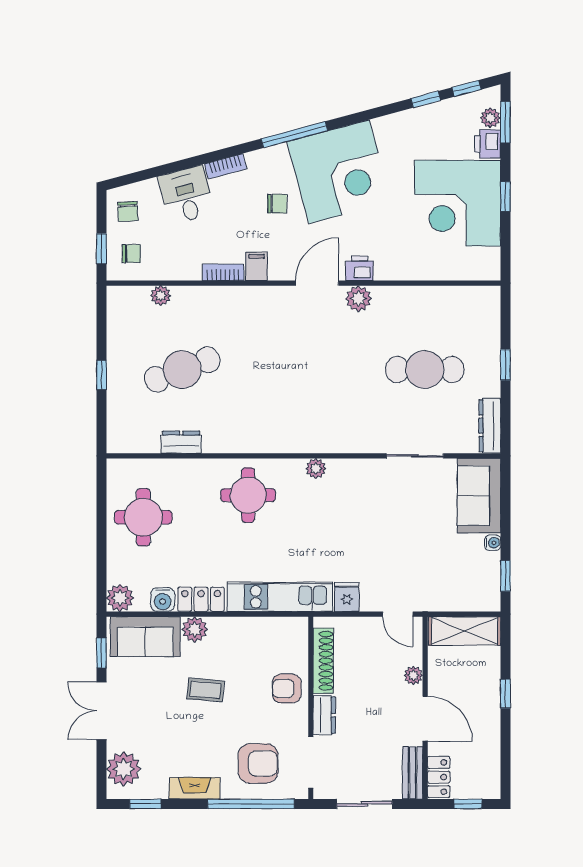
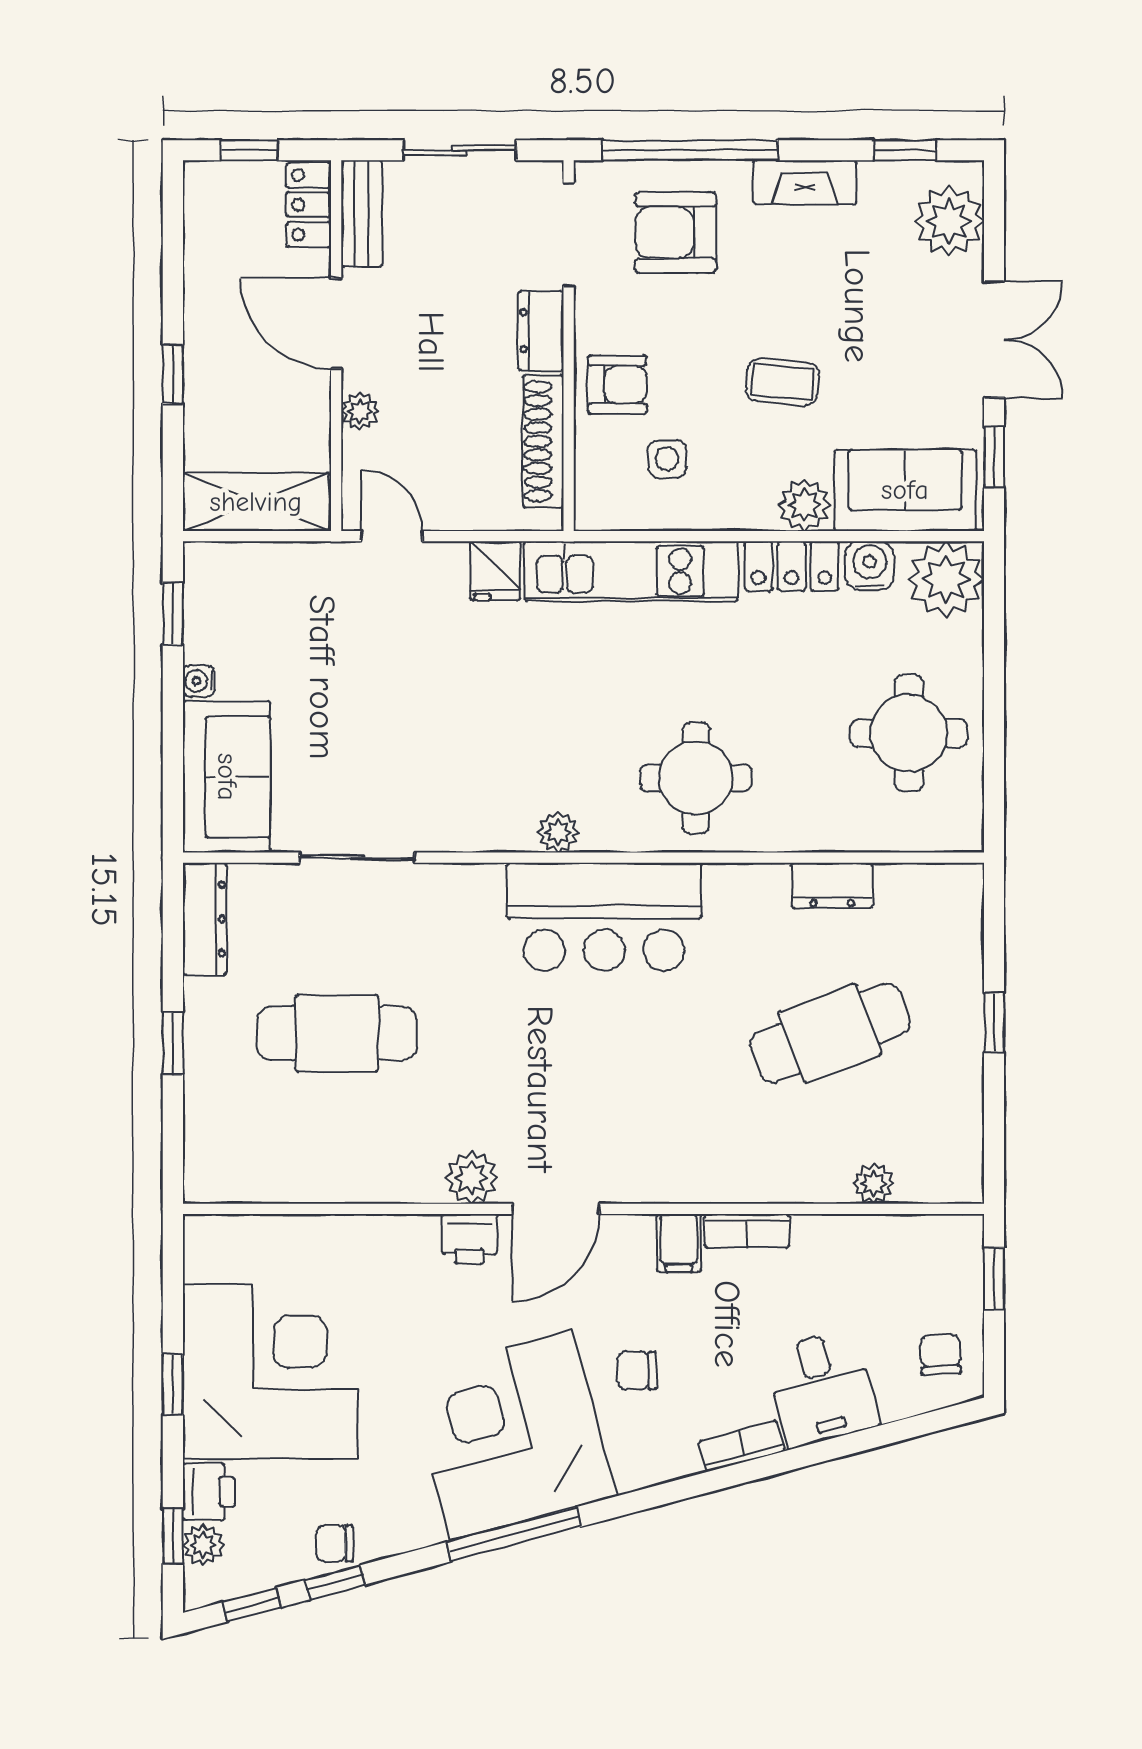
window: (505, 122) -> (173, 1536), width x0.67
window: (294, 135) -> (514, 1534), moved
chair: (131, 254) -> (335, 1543), moved
bar counter: (293, 427) -> (604, 917), added
plant: (120, 598) -> (946, 579), width x1.36, depth x1.36
side table: (262, 652) -> (667, 459), added

